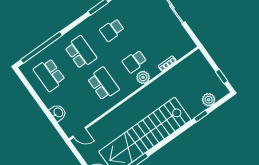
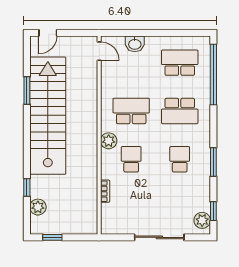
plant: (143, 77) -> (109, 141), moved
school desk: (103, 84) -> (131, 111), turned 180
door: (79, 132) -> (99, 51), swing flipped

